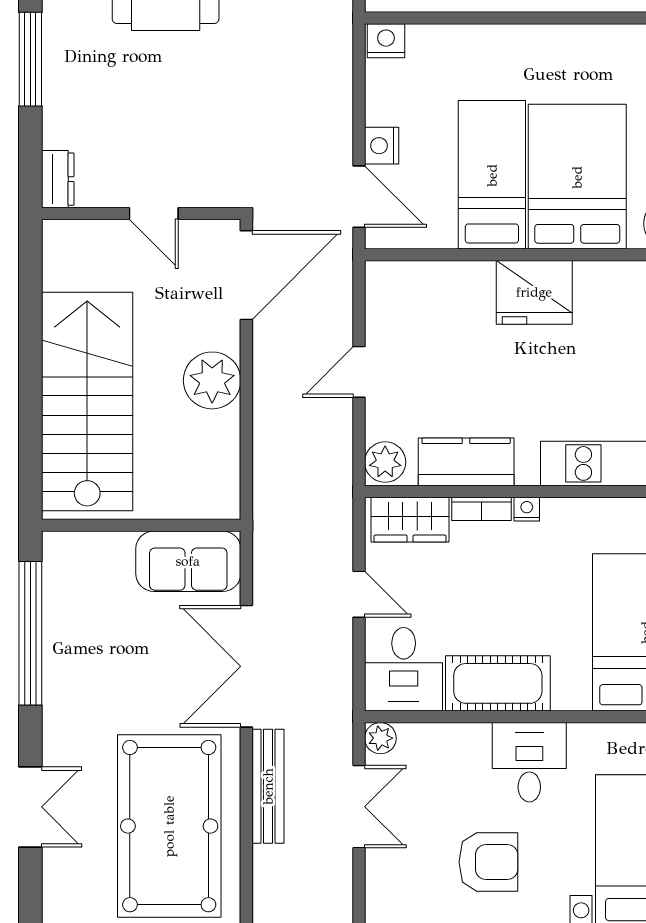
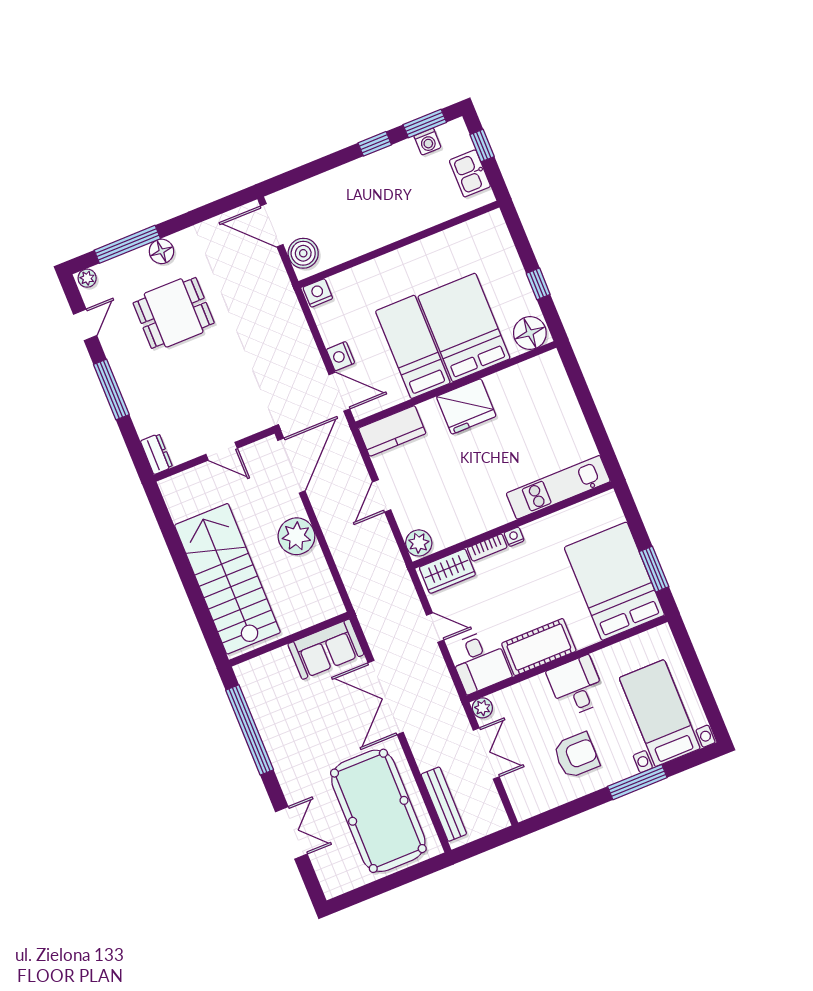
kitchen counter: (466, 462) -> (392, 431), moved, turned 180
bench: (268, 786) -> (444, 804), moved

